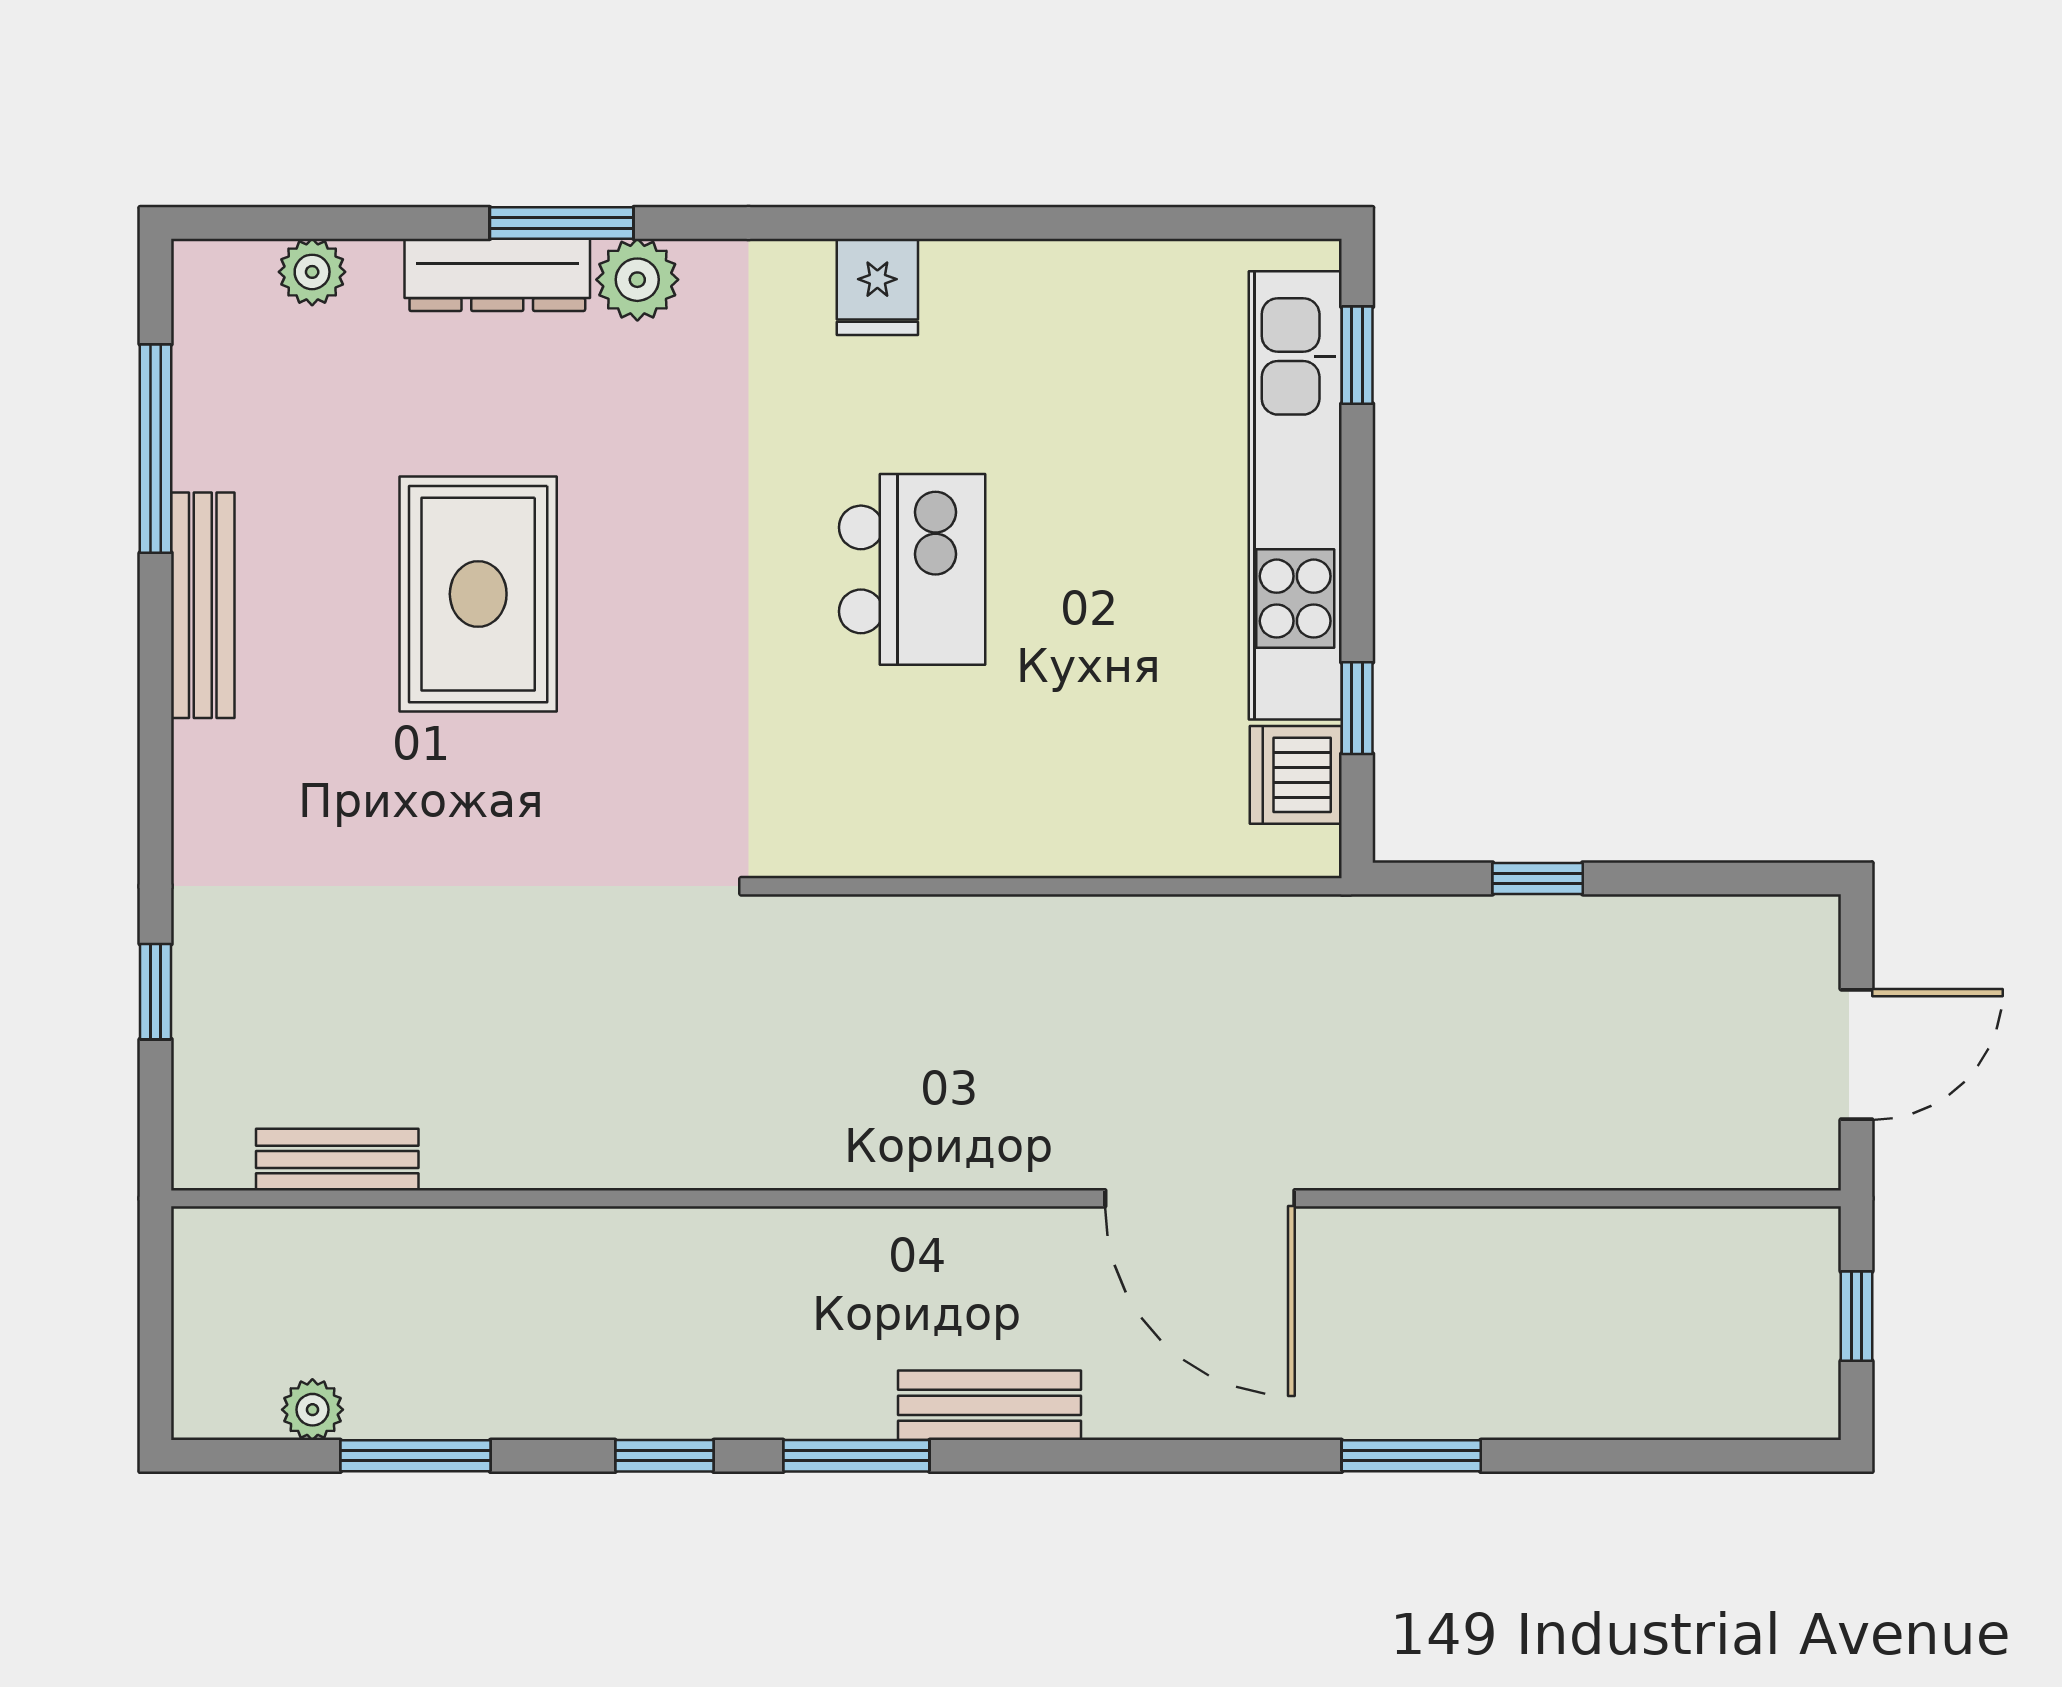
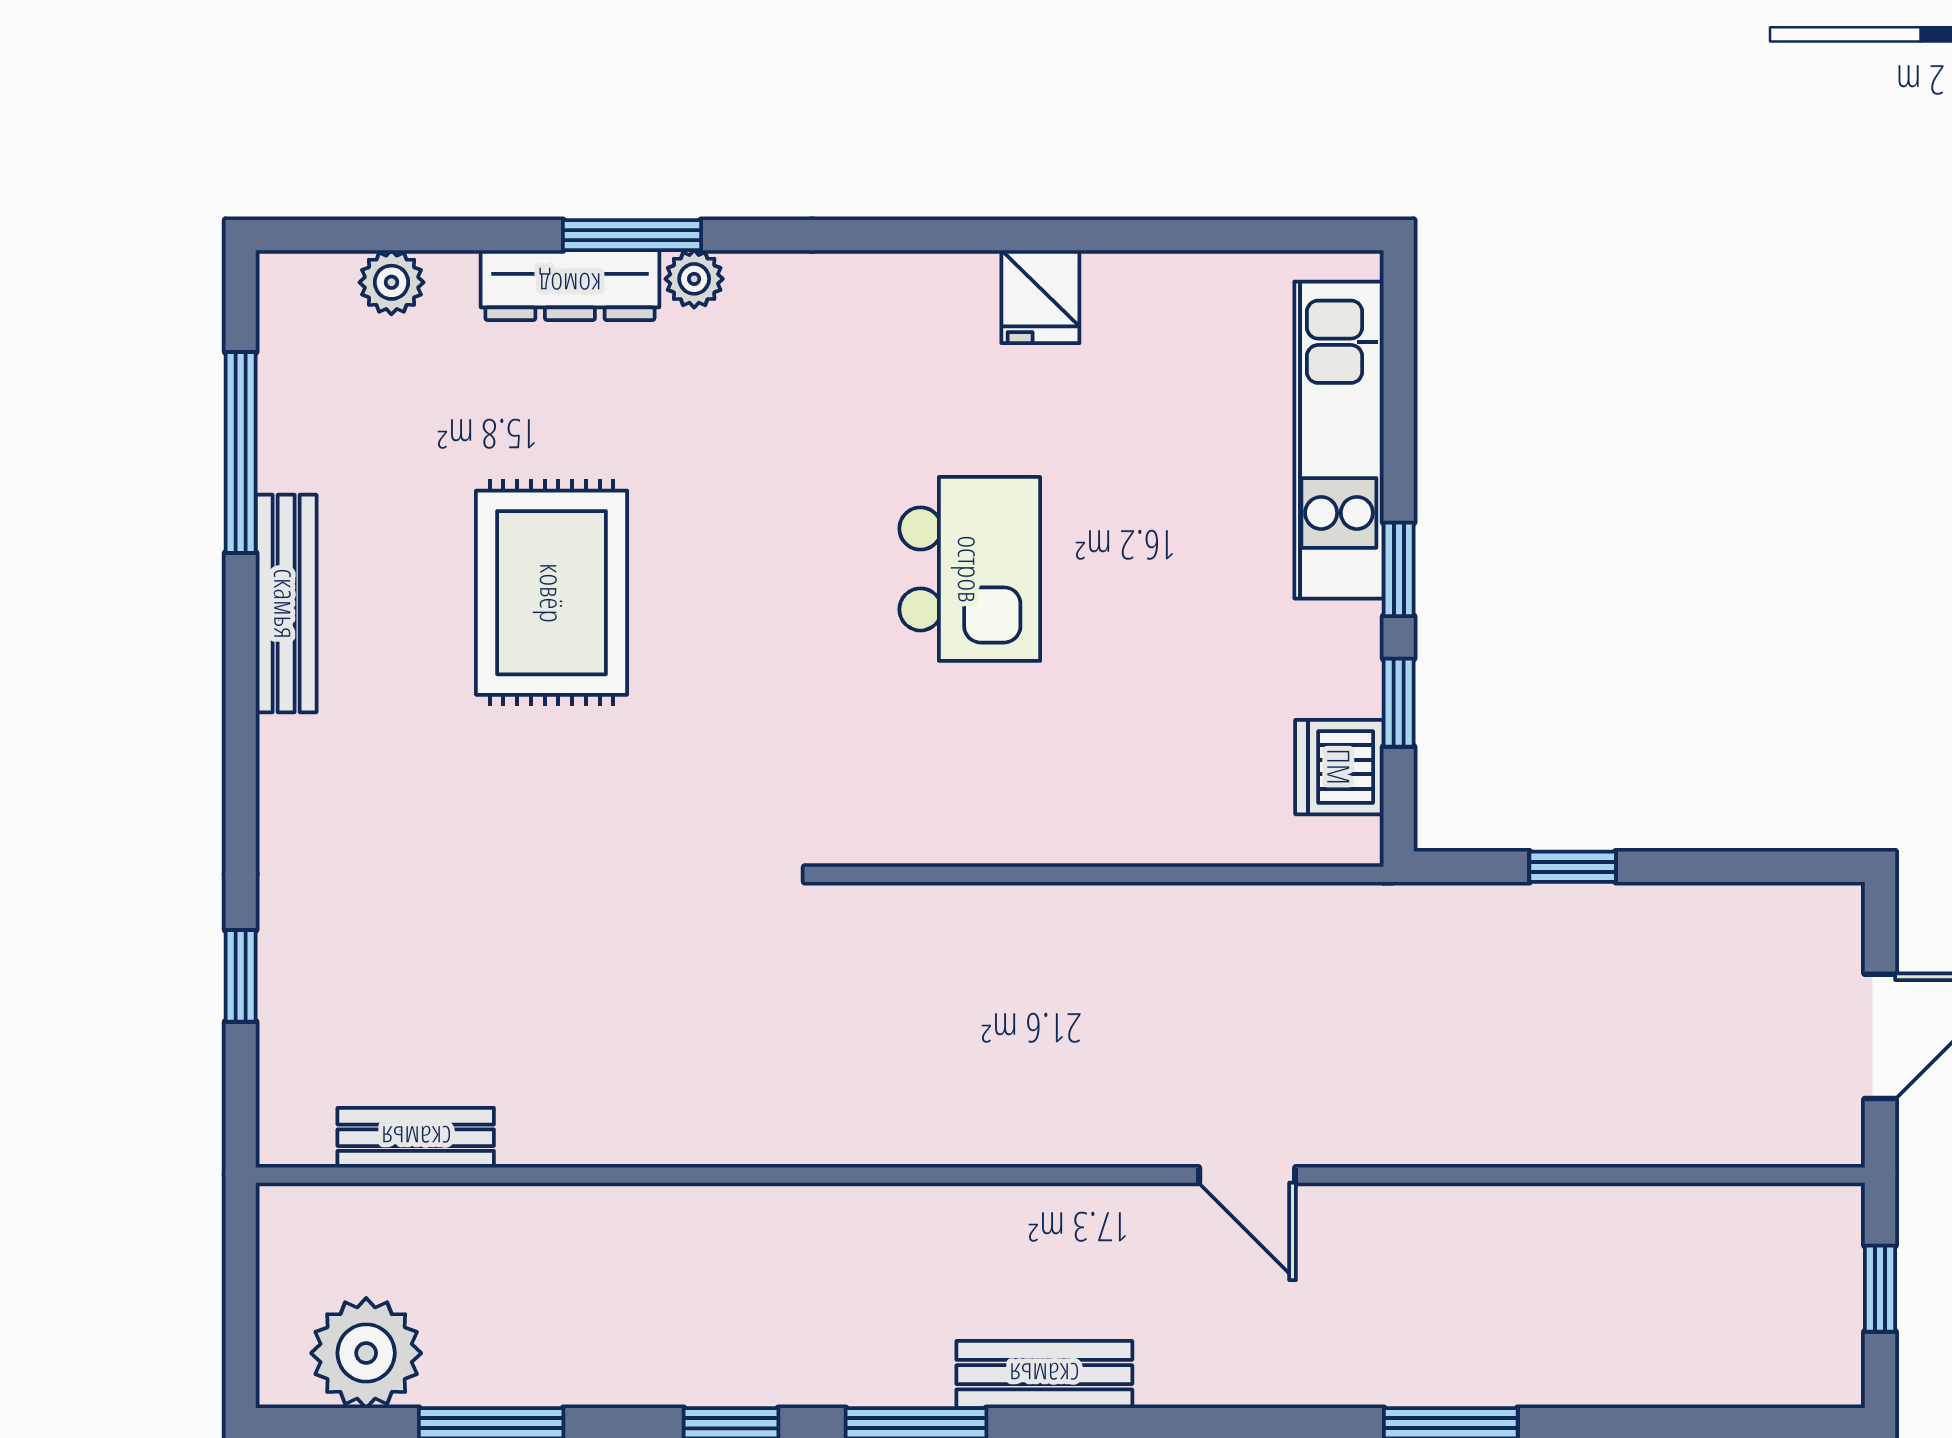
plant: (637, 280) -> (694, 279), width x0.73, depth x0.73
fridge: (877, 287) -> (1040, 297), moved
window: (1357, 355) -> (1399, 569), moved
kitchen unit: (1295, 495) -> (1339, 440), width x0.73
door: (1200, 1198) -> (1247, 1175), width x0.53
plant: (312, 1410) -> (366, 1353), width x1.87, depth x1.87

